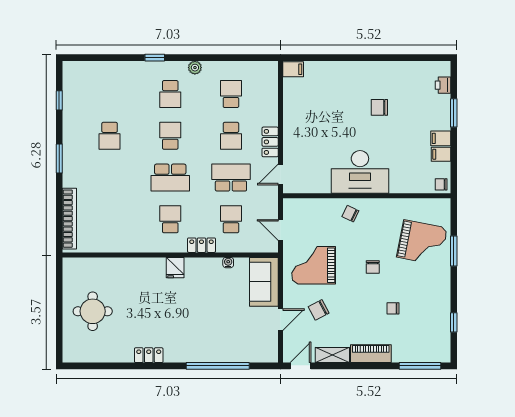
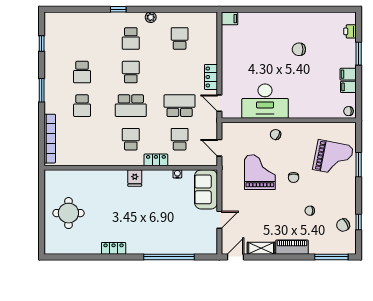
school desk: (231, 136) -> (82, 106), moved
desk: (360, 172) -> (265, 101), moved
door: (280, 175) -> (219, 103), hinge flipped
grand piano: (314, 265) -> (260, 172), moved, turned 90
chair: (319, 310) -> (343, 225), moved

